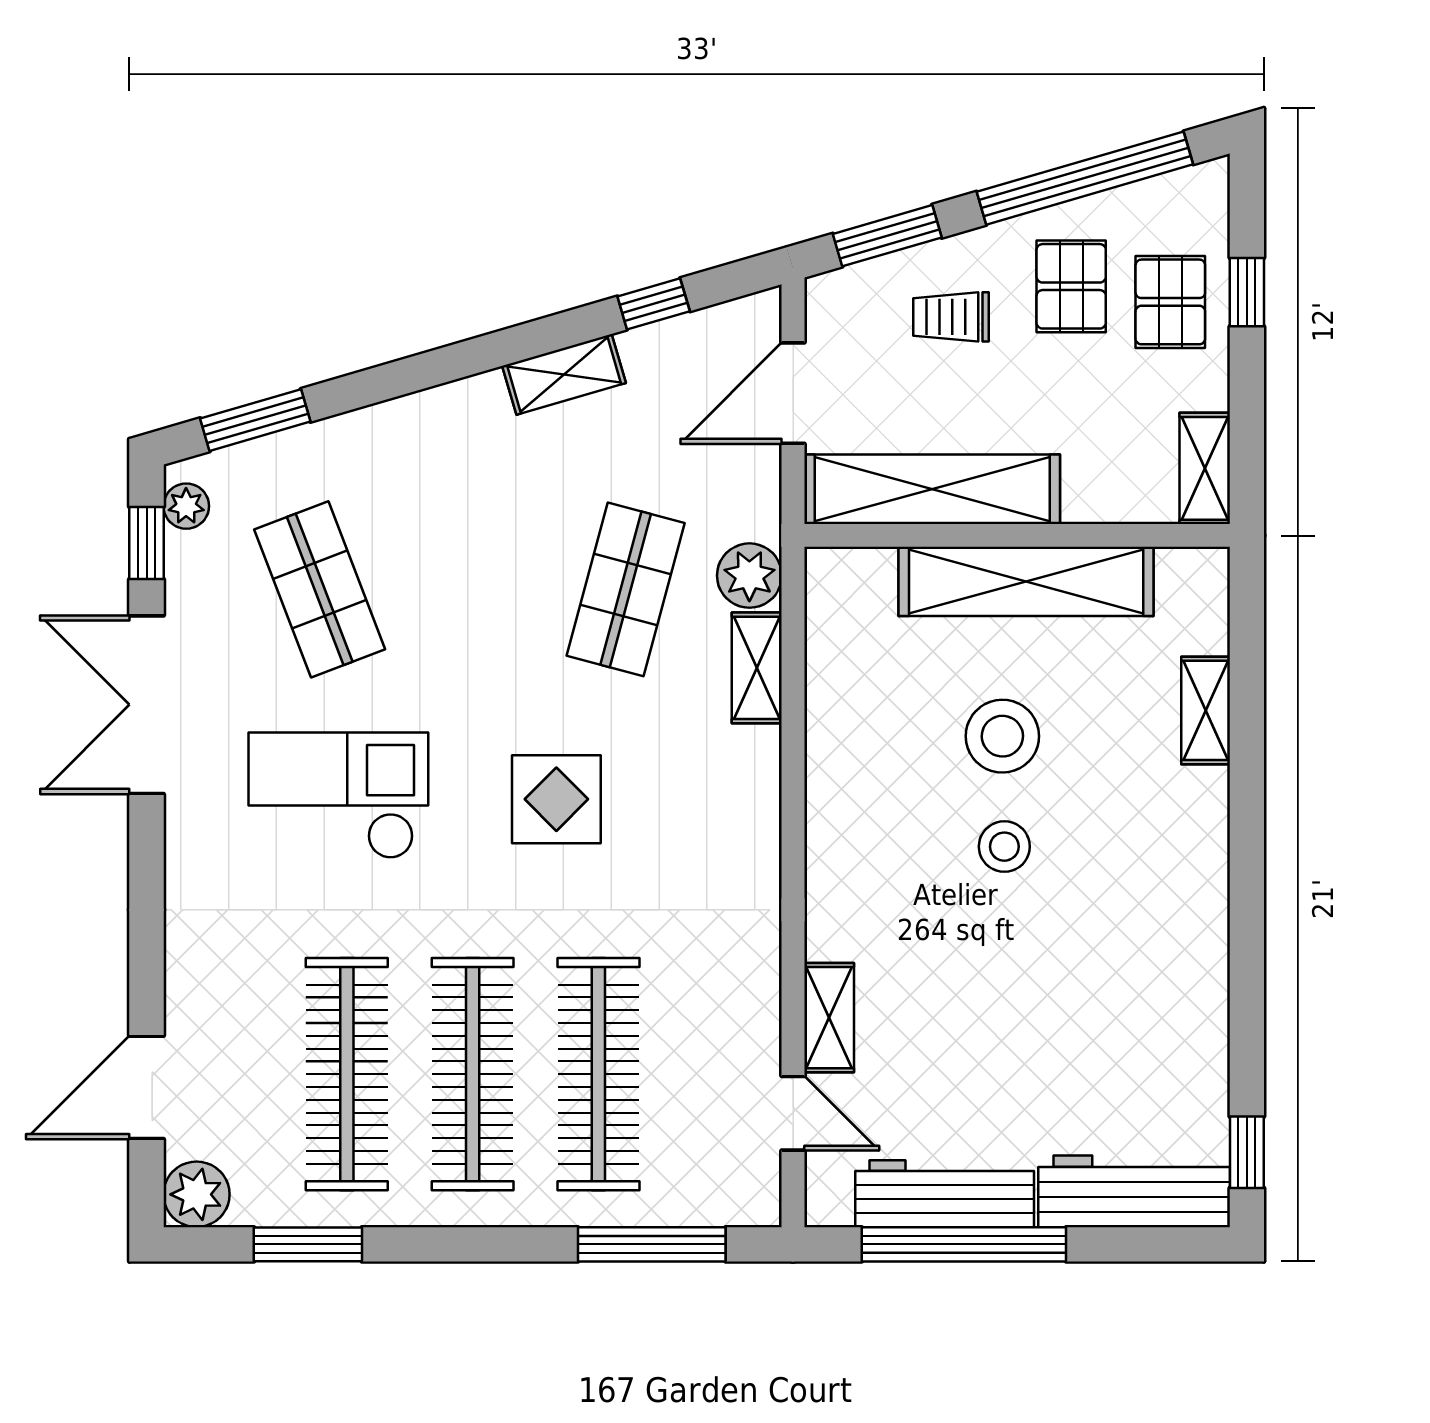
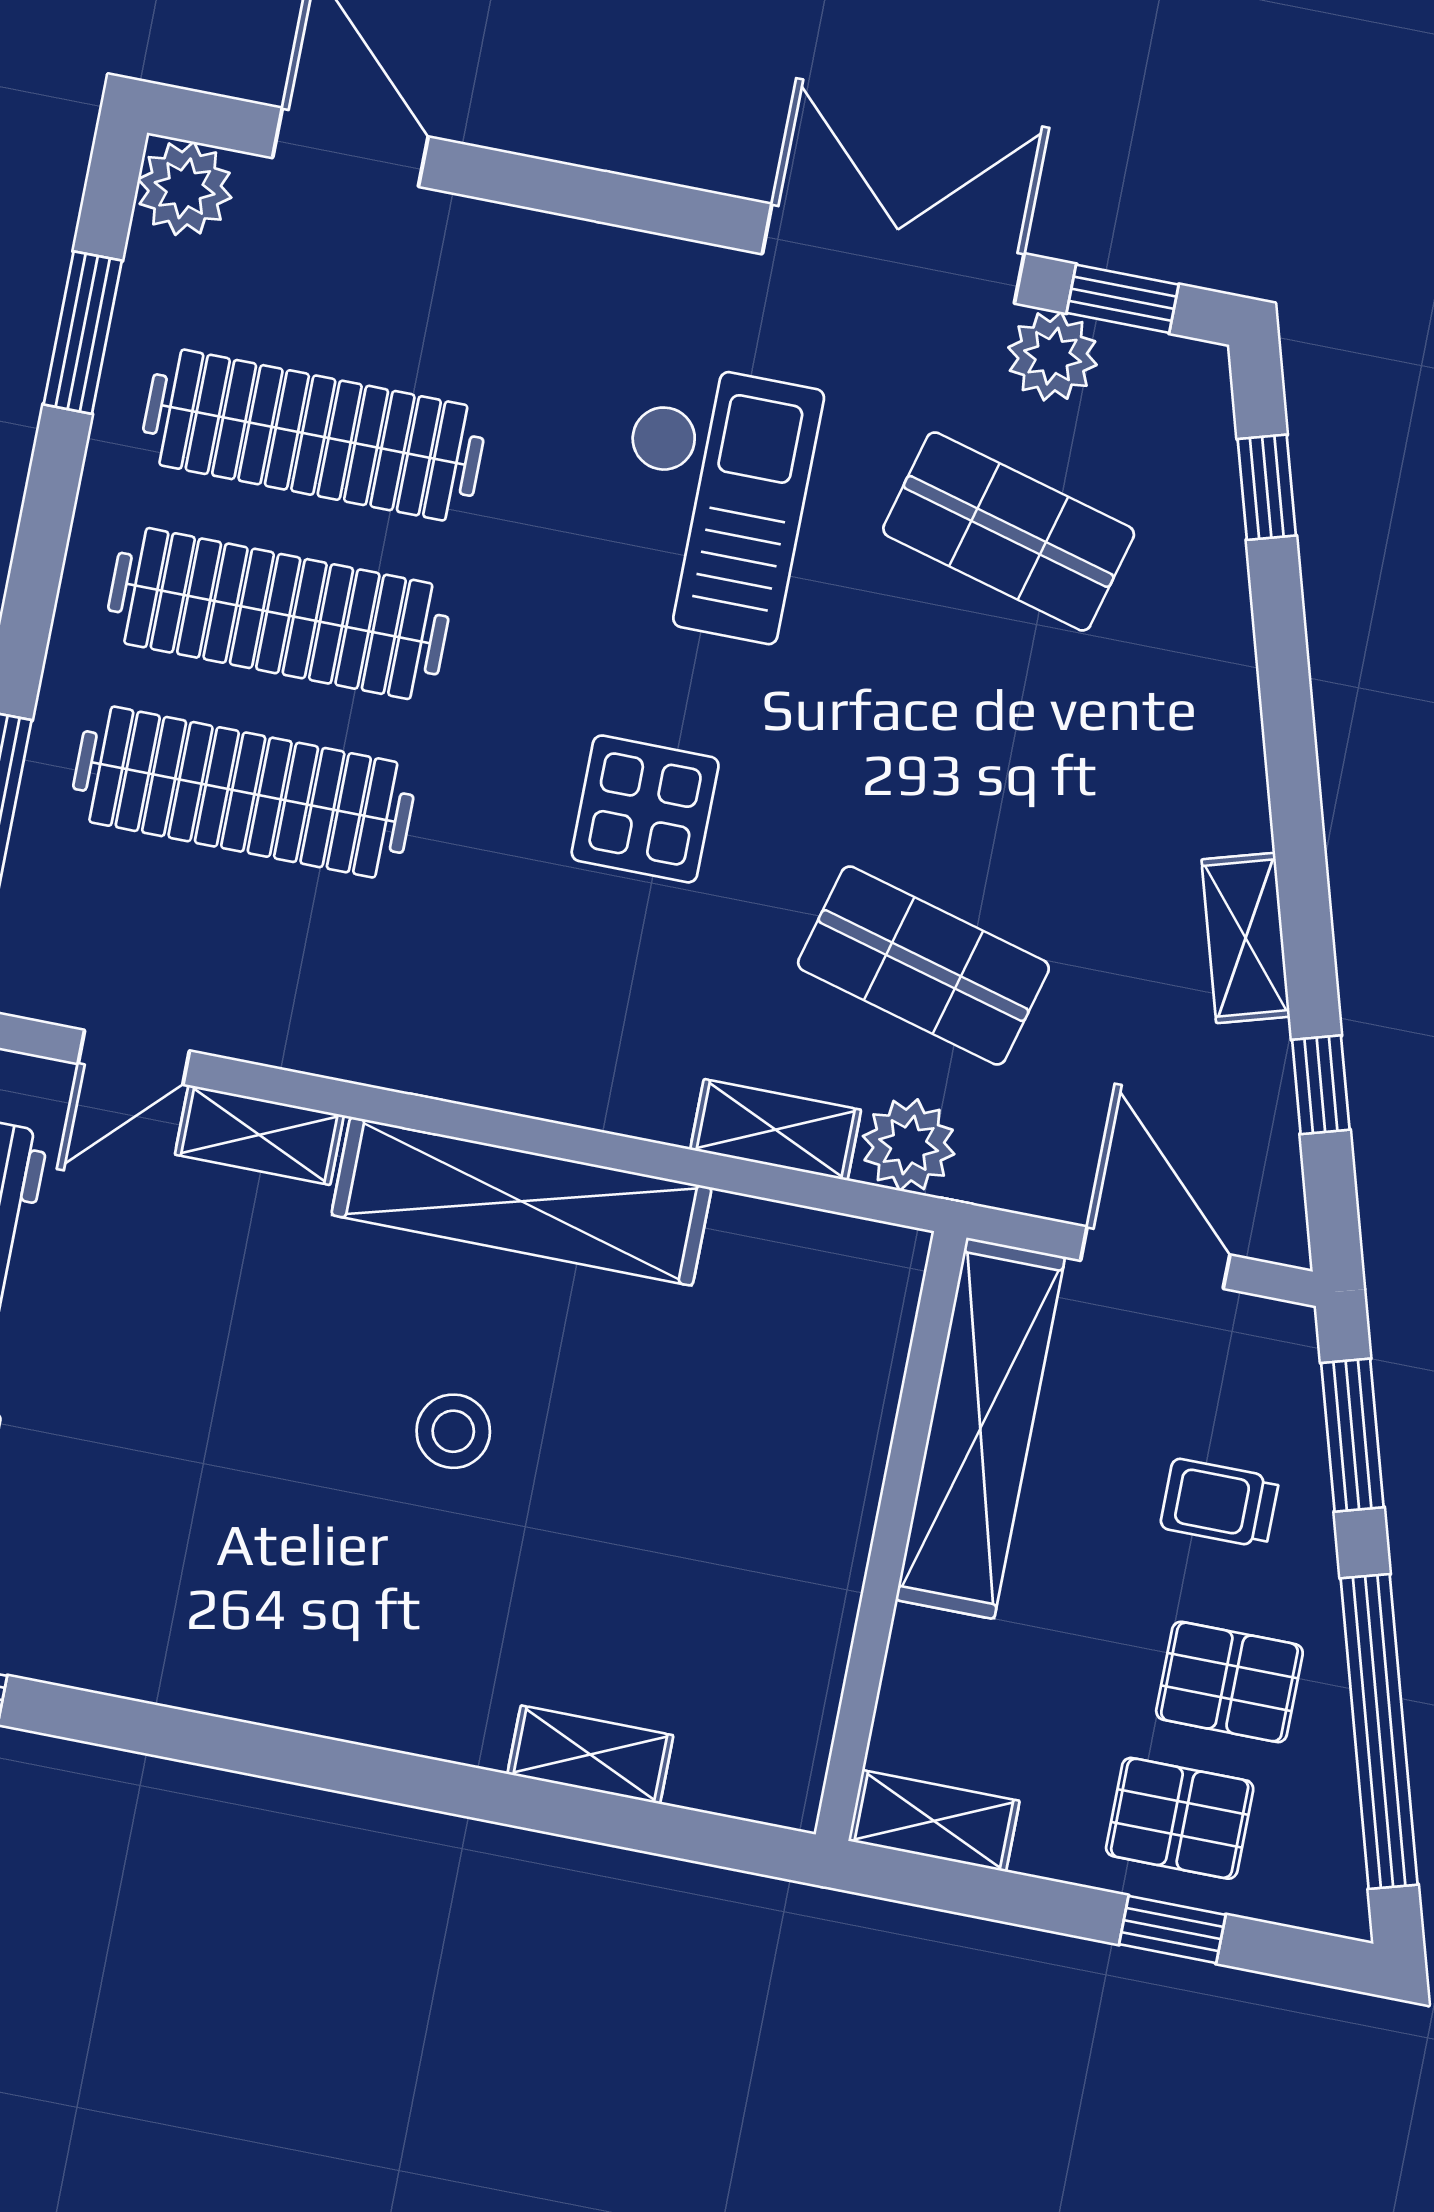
trolley: (951, 317) -> (1219, 1503), turned -90
window: (255, 420) -> (1267, 487), width x0.67
plant: (186, 506) -> (1053, 356), moved, width x1.38, depth x1.38
shelving: (1026, 581) -> (521, 1201), moved, turned 90
shop shelf: (320, 589) -> (1009, 531), turned 36
stool: (1002, 736) -> (610, 1459), removed

